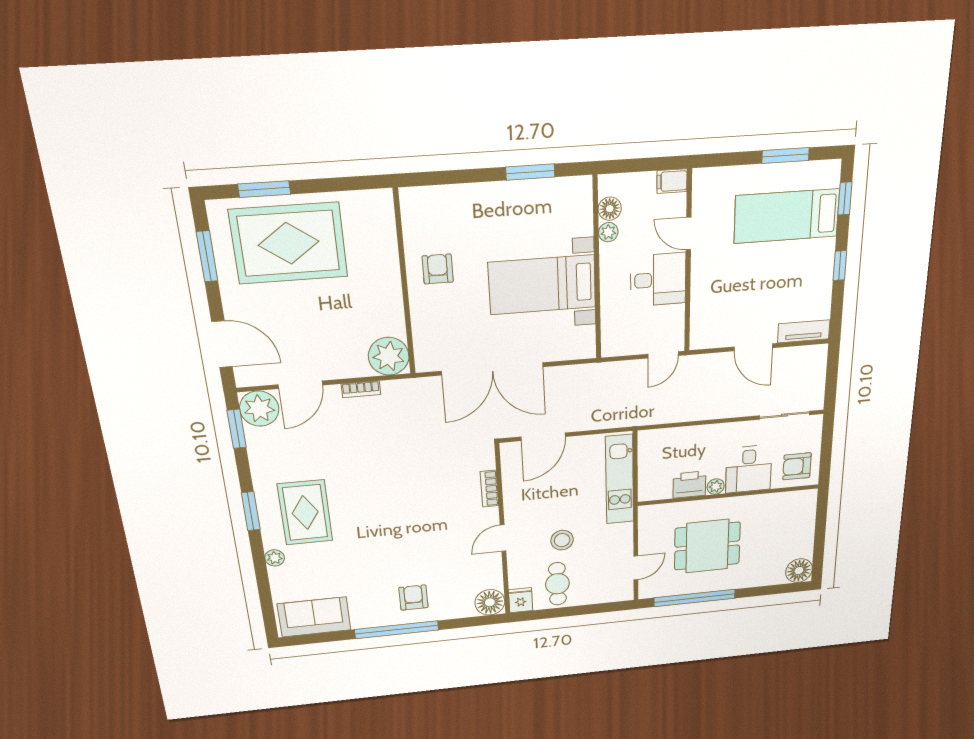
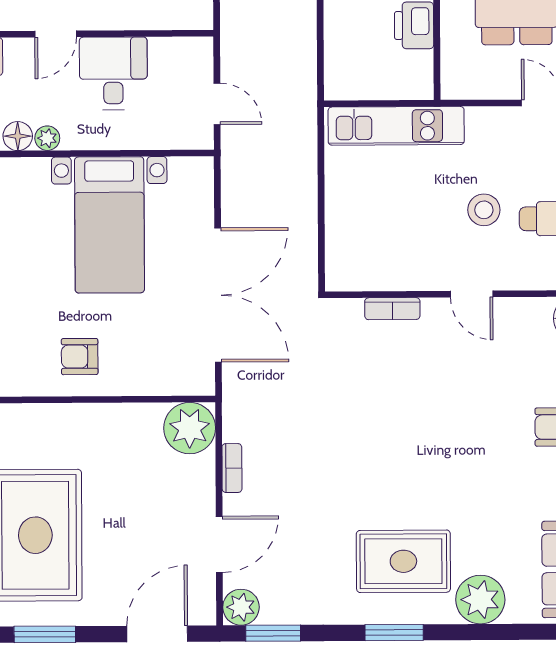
door: (663, 355) -> (217, 104), moved
door: (300, 385) -> (219, 544), hinge flipped
plant: (259, 409) -> (241, 607), width x0.73, depth x0.73
door: (543, 437) -> (321, 231), removed
plant: (275, 558) -> (480, 600), width x1.87, depth x1.87

